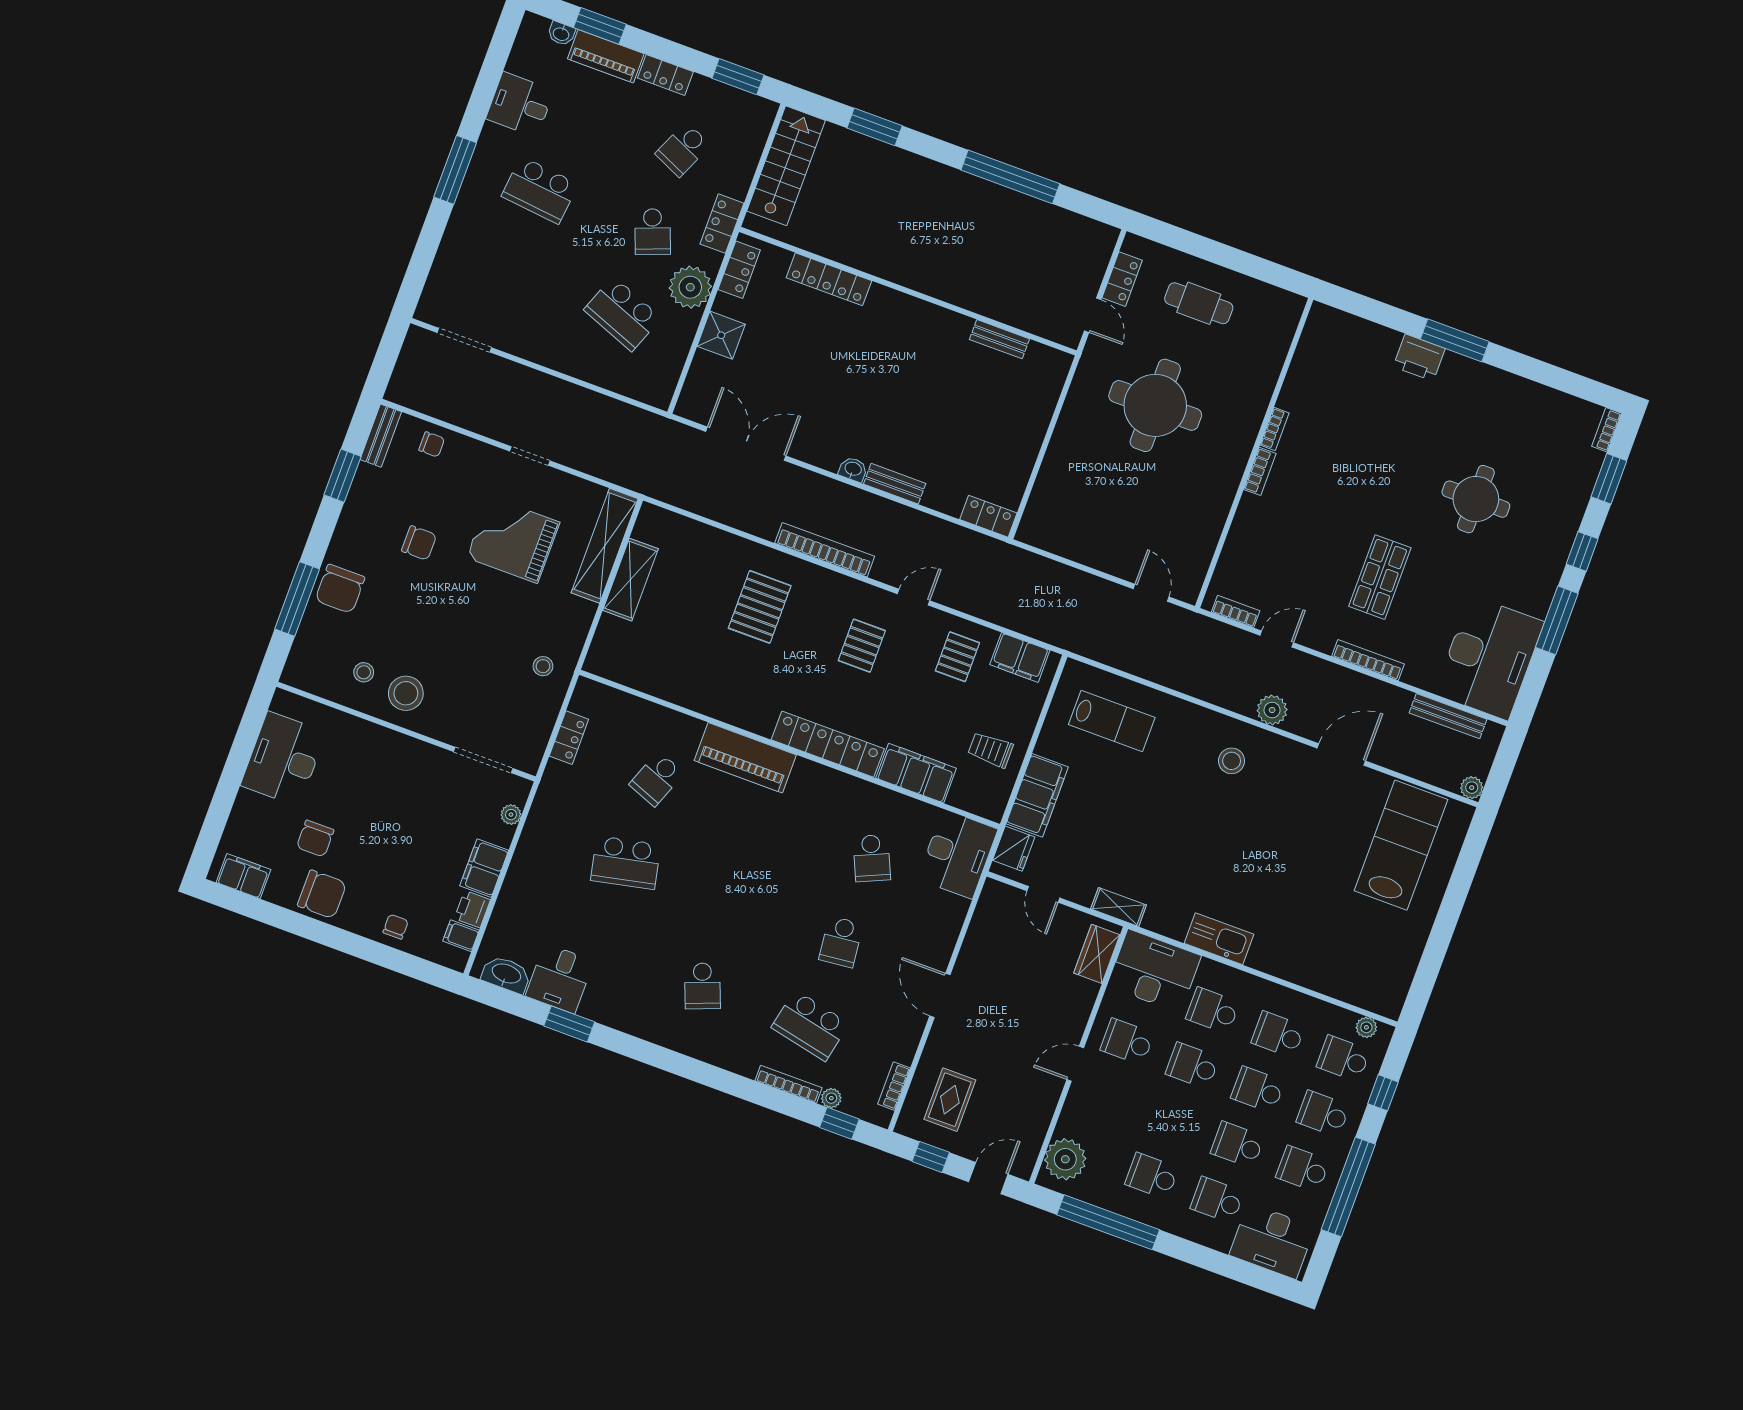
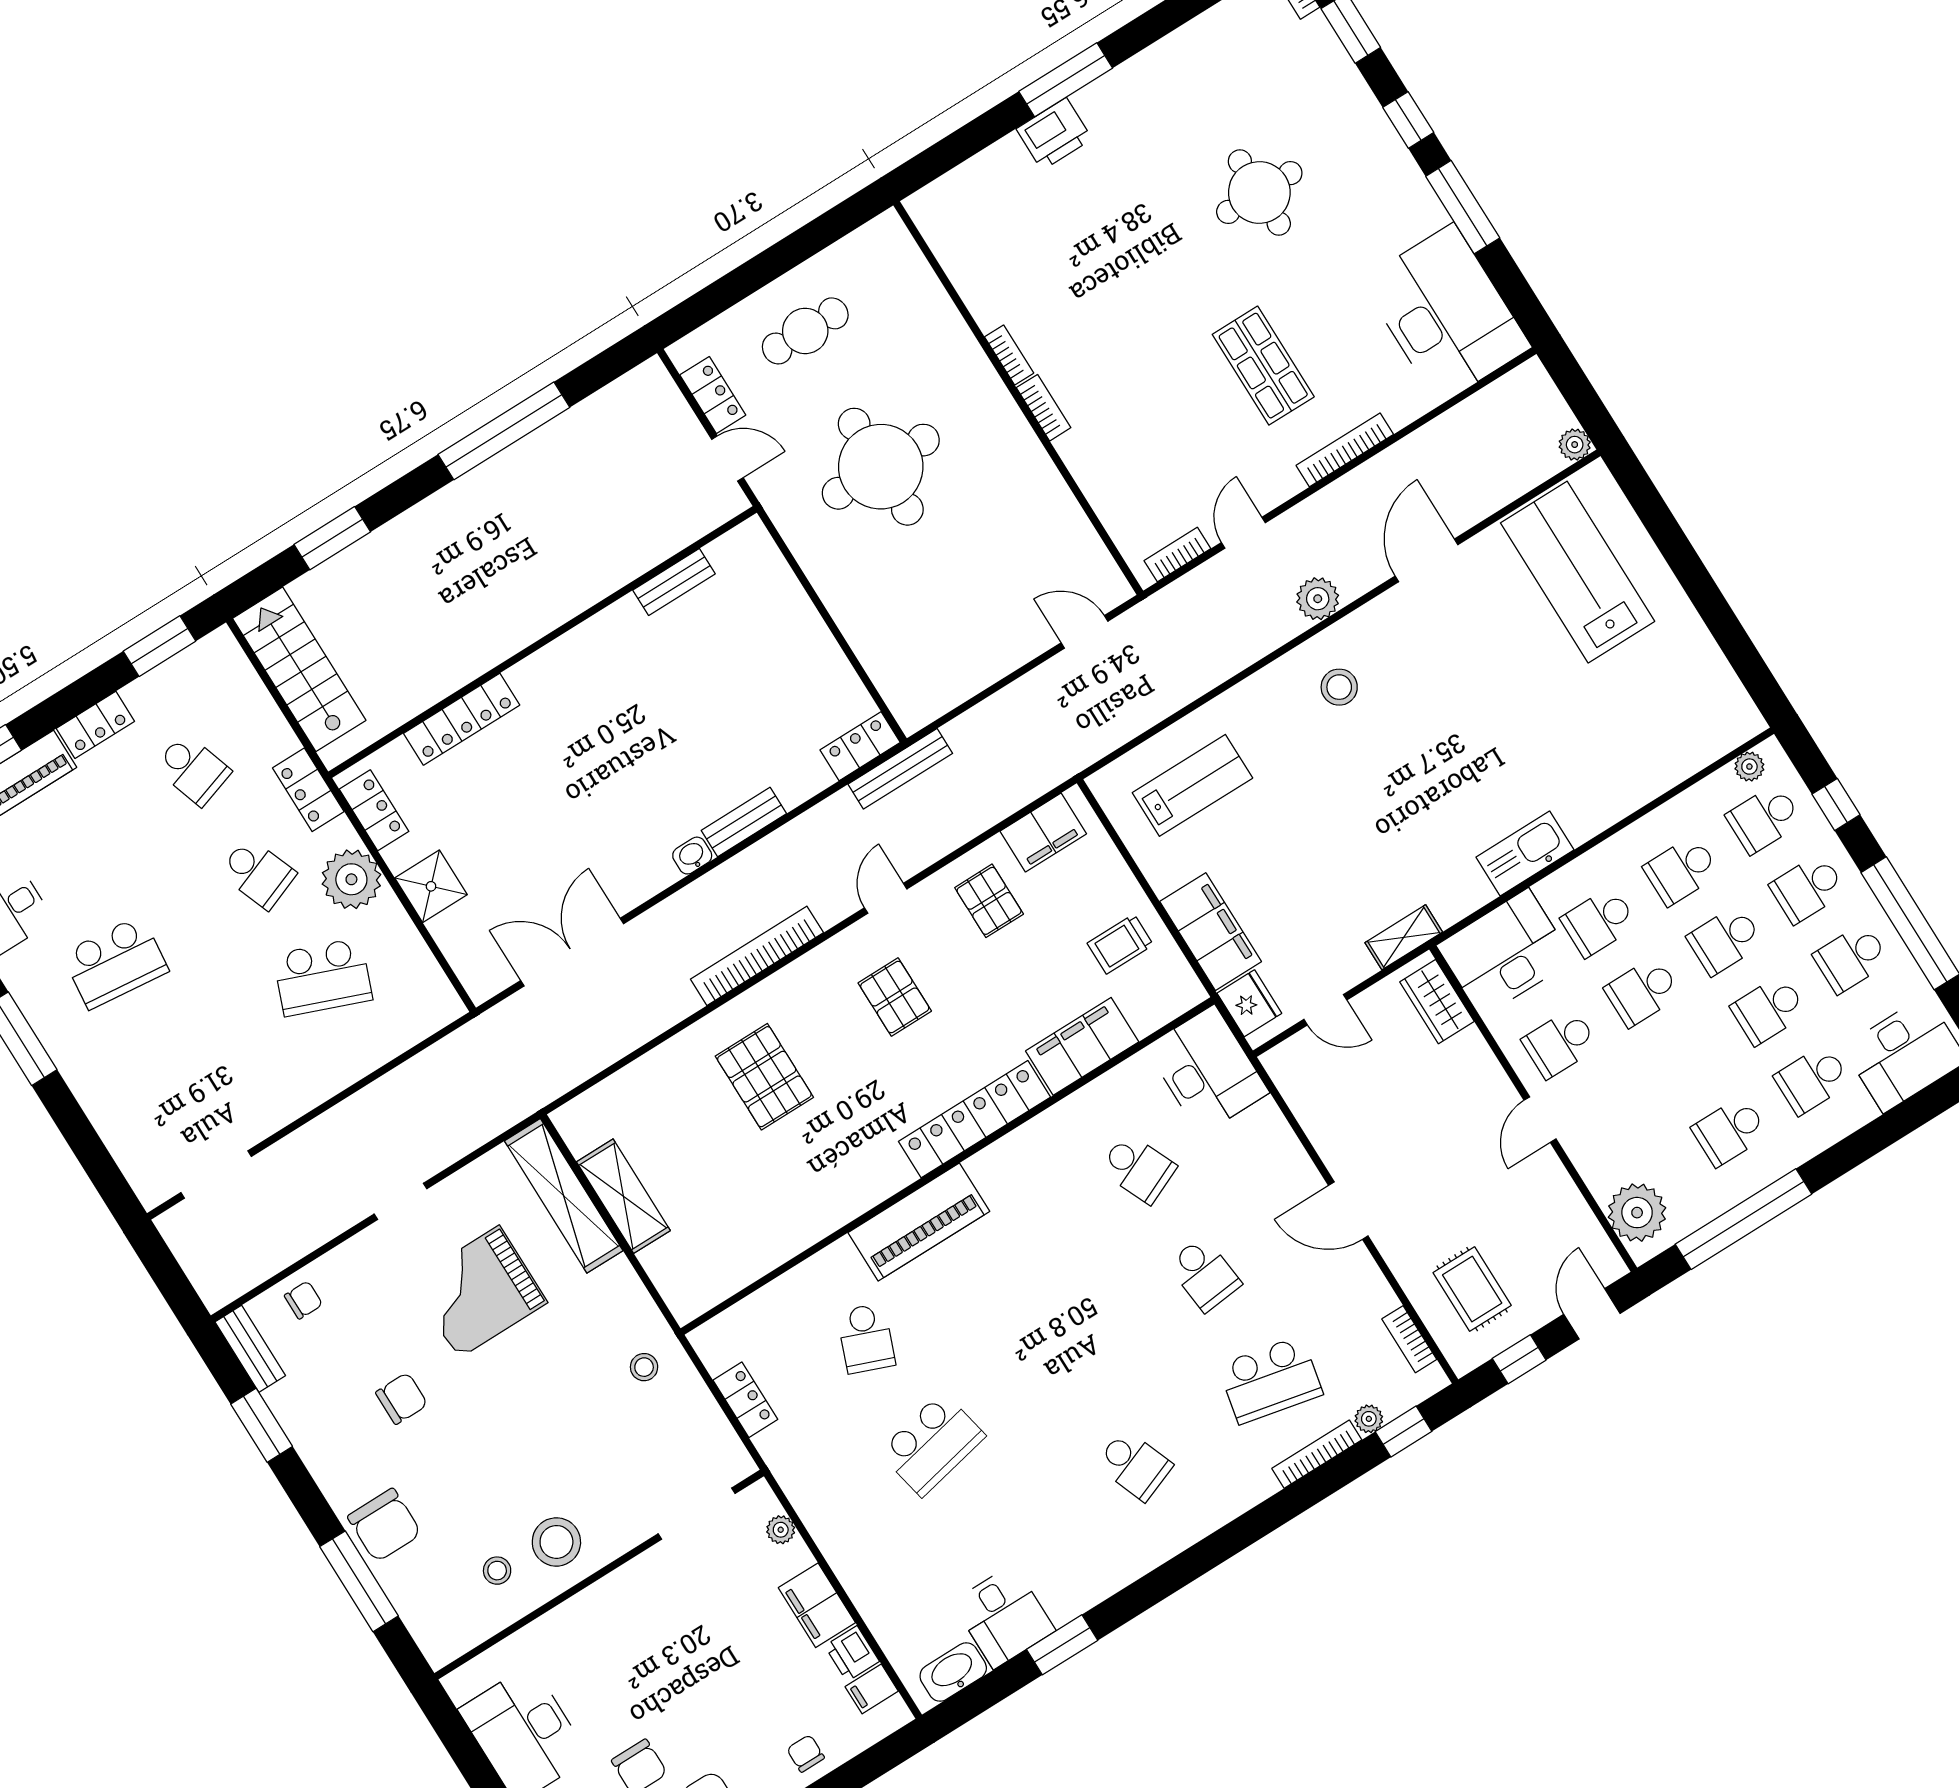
school desk: (683, 149) -> (193, 769), turned -42
bench: (1448, 716) -> (900, 769), moved

